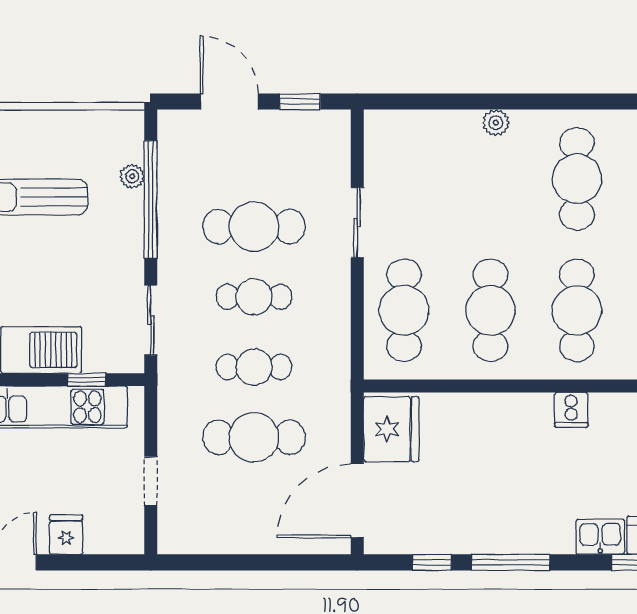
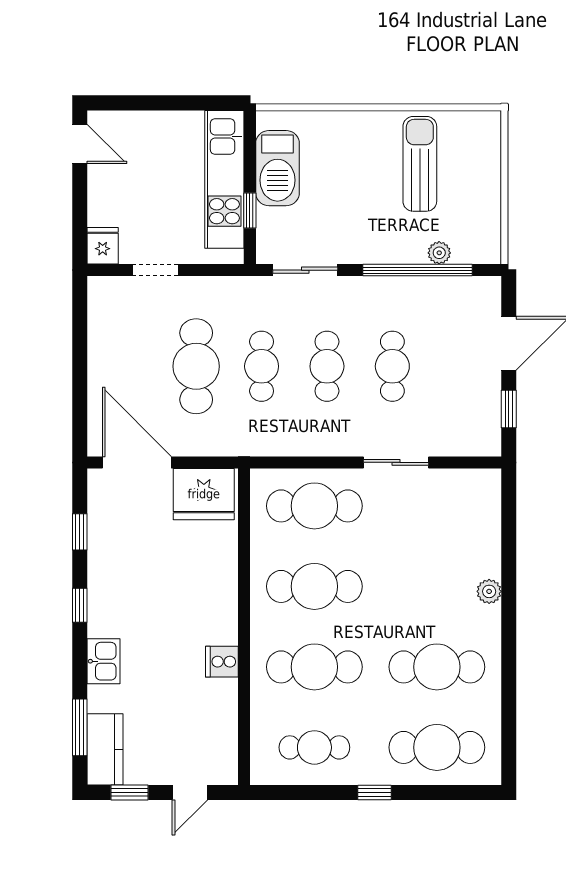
cafe table: (254, 227) -> (392, 366), width x0.73, depth x0.74
fridge: (66, 535) -> (103, 246), moved, turned -90
kitchen sink: (600, 537) -> (103, 661), moved
window: (511, 562) -> (80, 605), width x0.46

